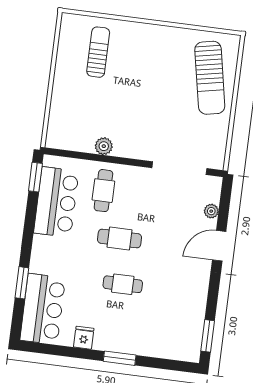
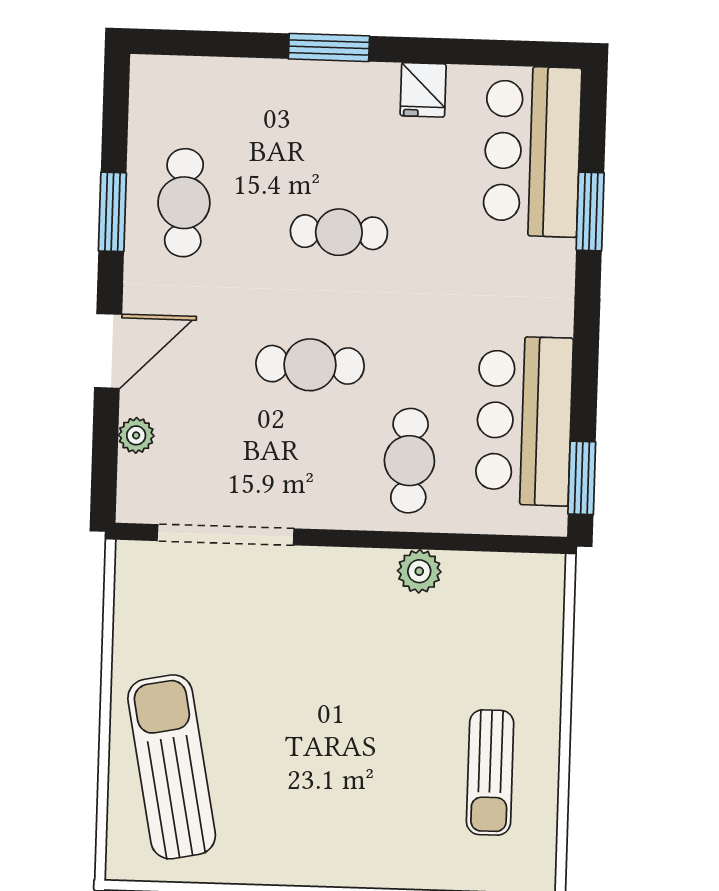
sun lounger: (98, 52) -> (490, 772), moved
cafe table: (119, 239) -> (310, 365), moved
cafe table: (183, 302) -> (184, 203), added
window: (208, 336) -> (112, 212), moved

